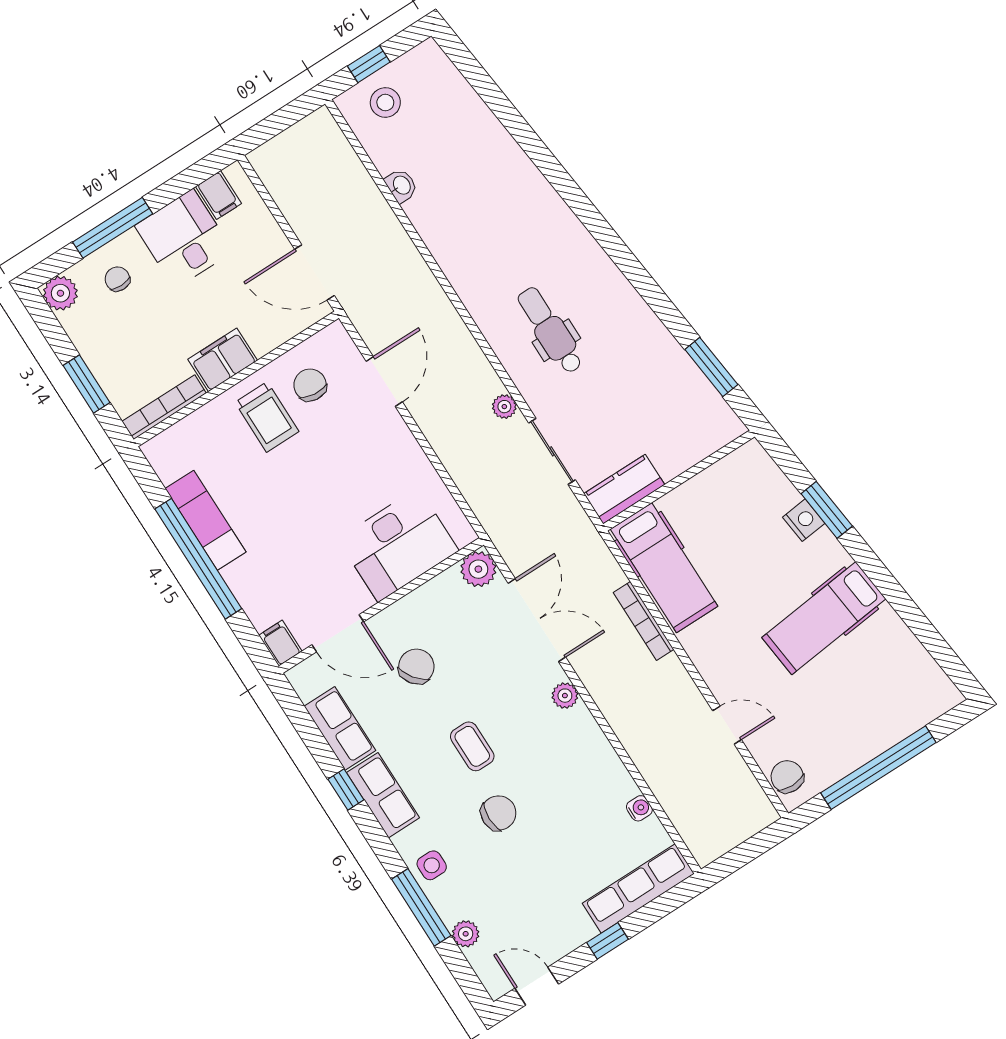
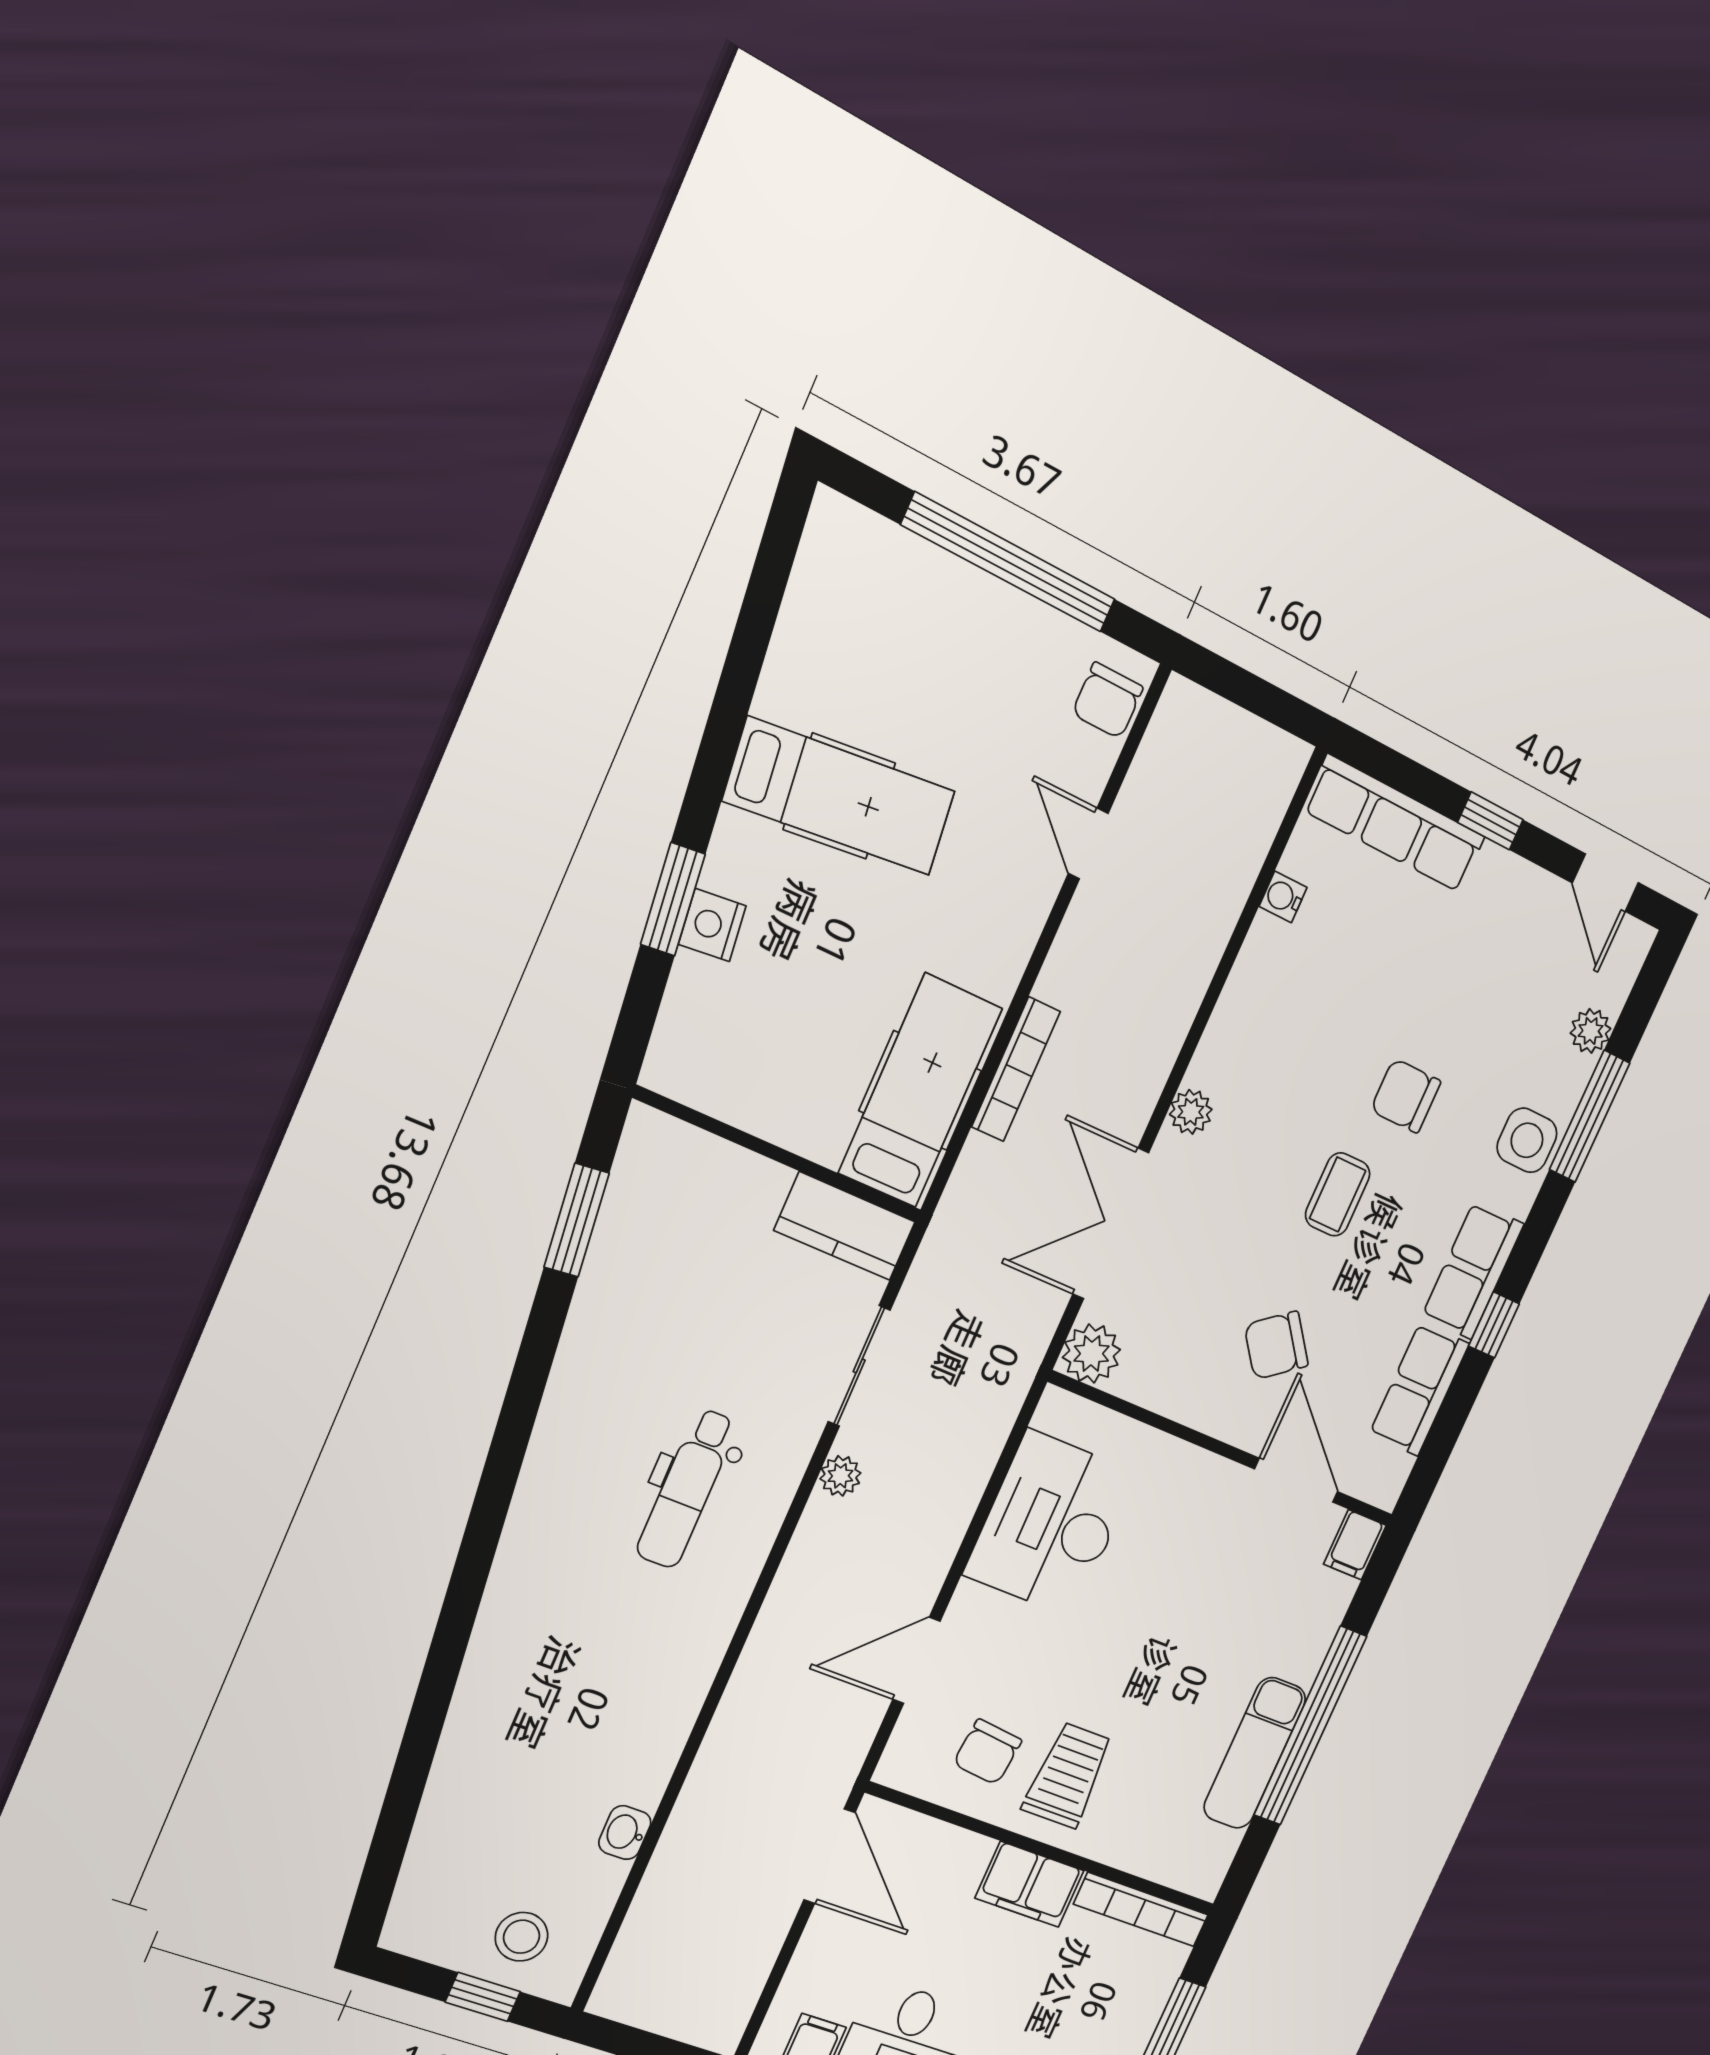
desk: (398, 545) -> (1051, 1524), moved, turned -90
side table: (432, 865) -> (1527, 1140), width x1.37, depth x1.37

